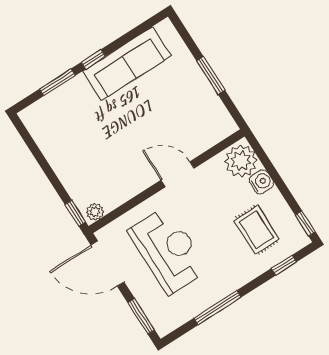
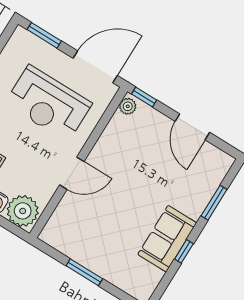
window: (93, 59) -> (184, 251), moved
sofa: (127, 64) -> (167, 239), width x0.73
door: (43, 163) -> (192, 127), added

